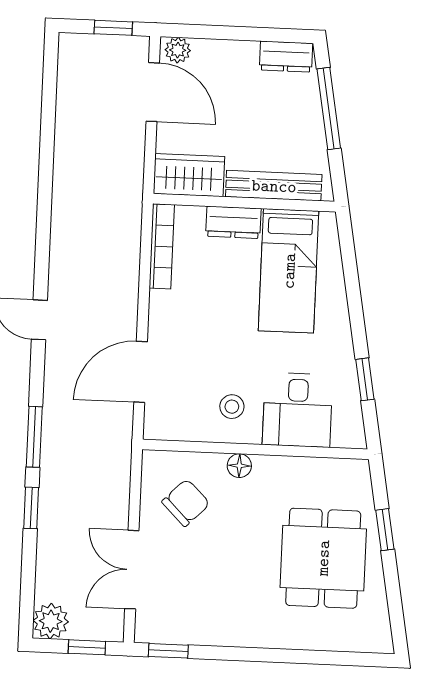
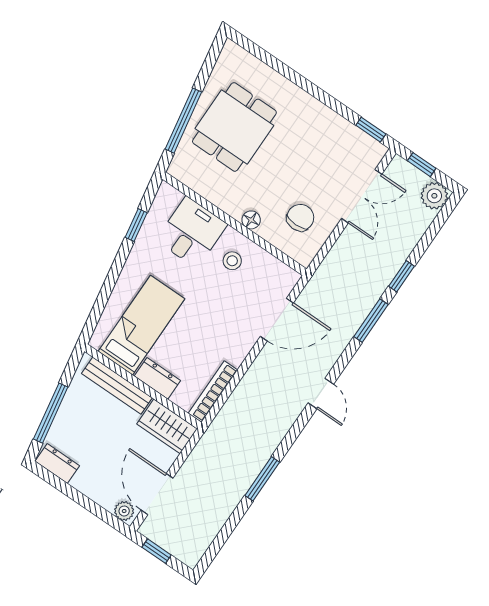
window: (45, 183) -> (262, 479), added
chair: (186, 503) -> (300, 218), turned 135
window: (385, 530) -> (183, 121), width x2.17

